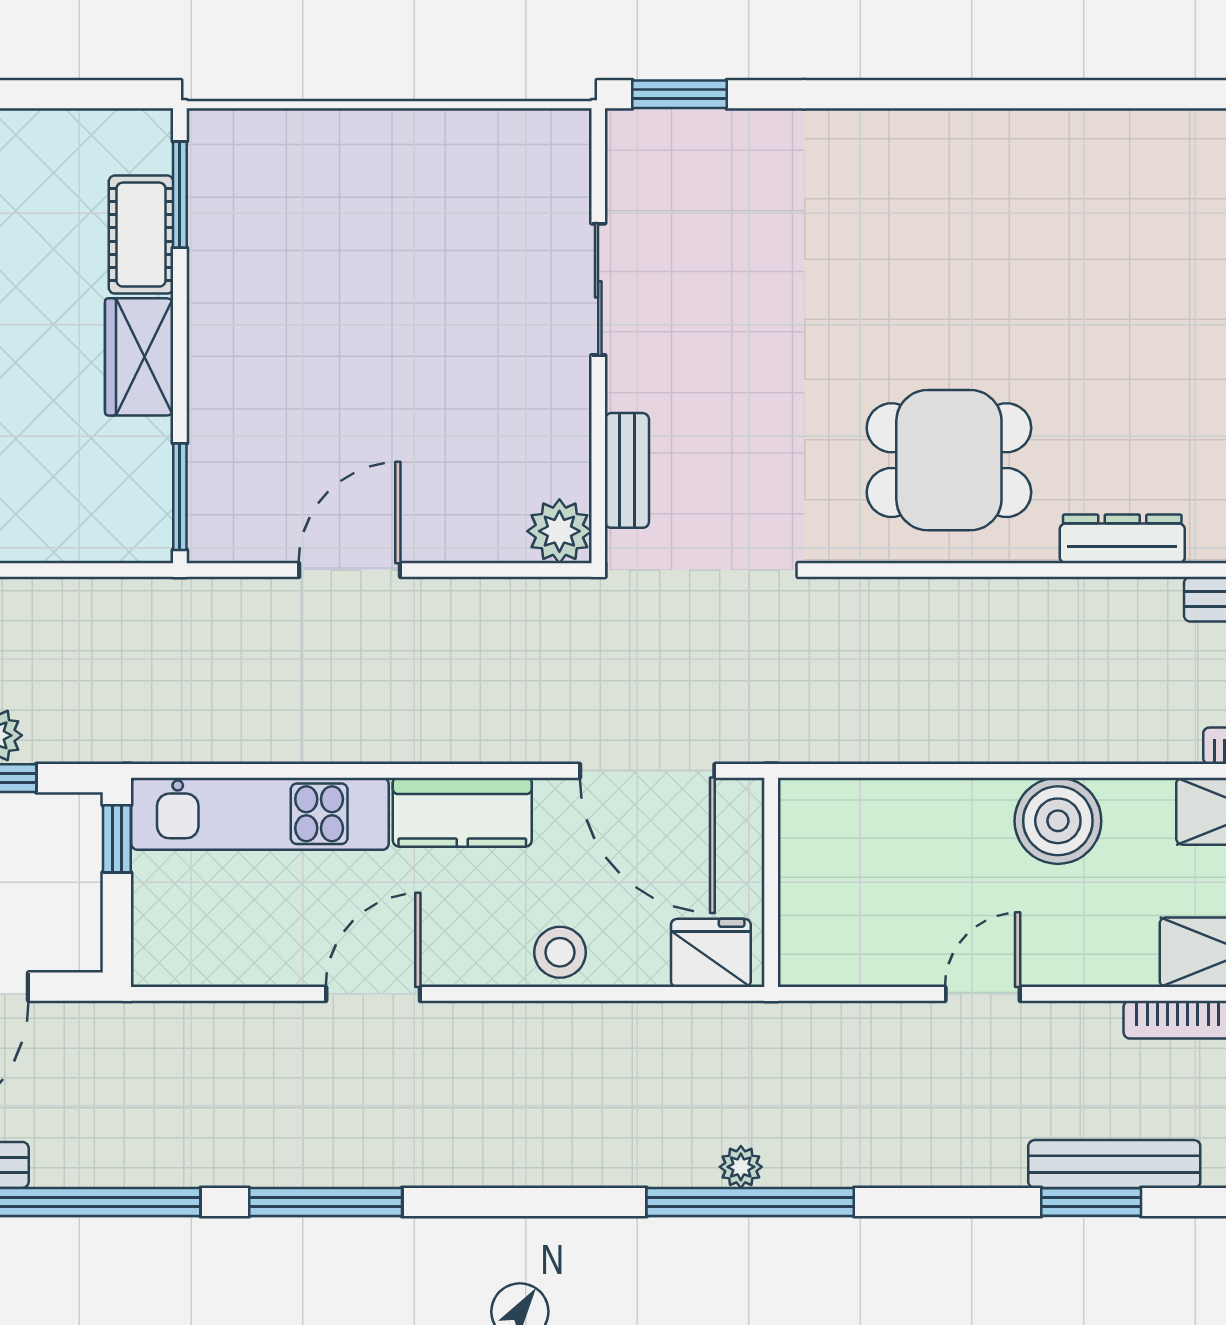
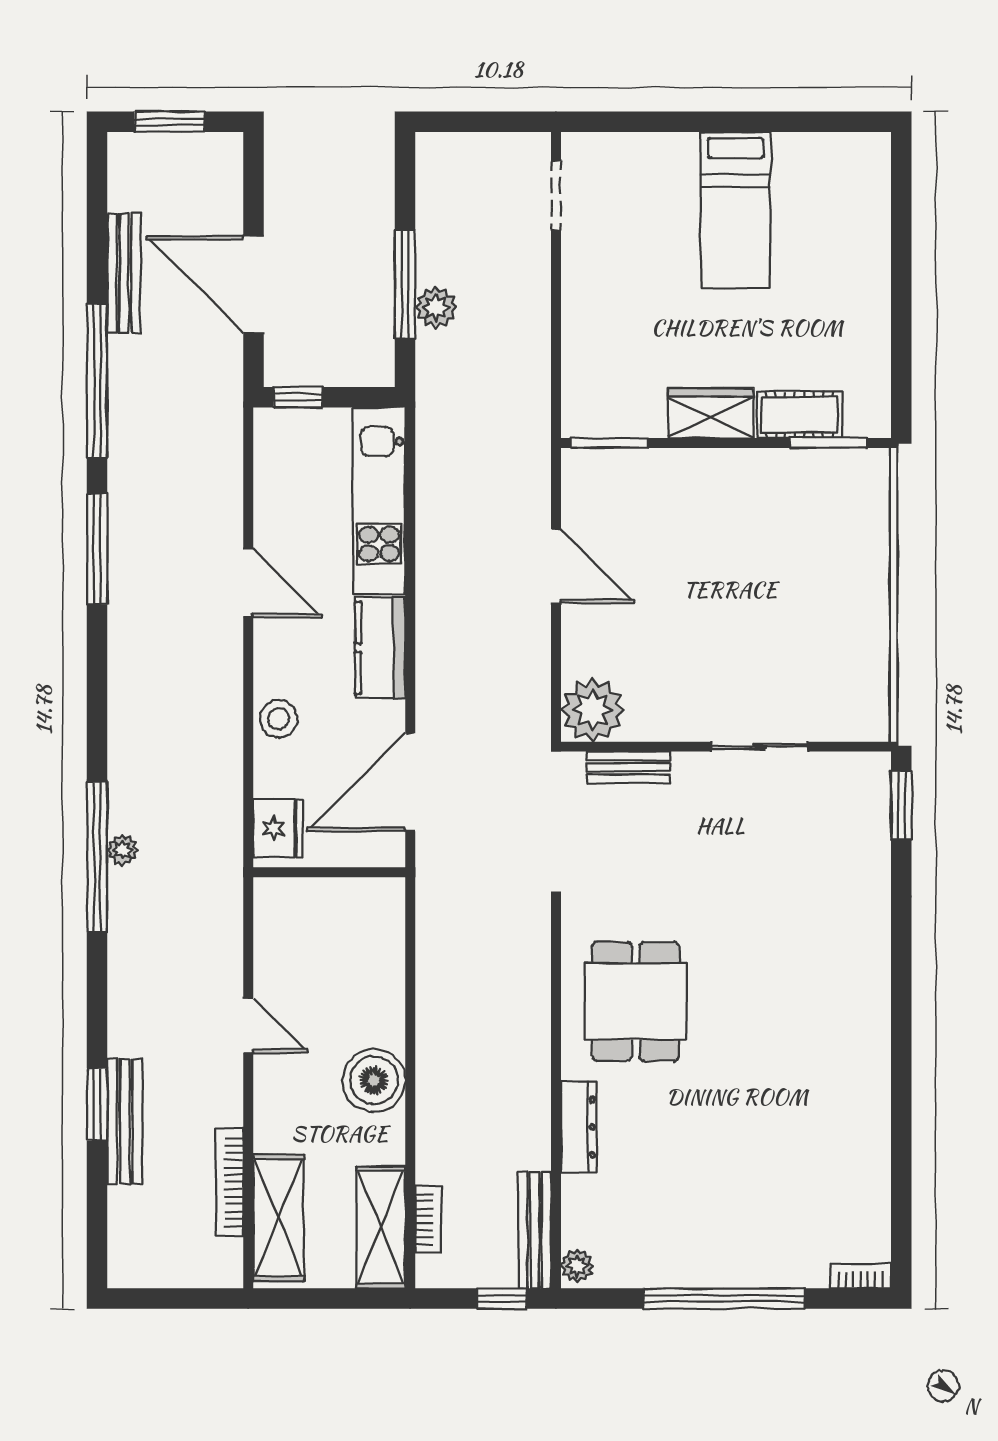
plant: (559, 531) -> (593, 710), width x1.36, depth x1.36
window: (117, 839) -> (298, 397), moved

